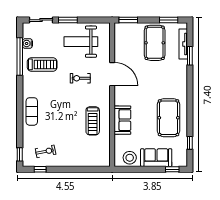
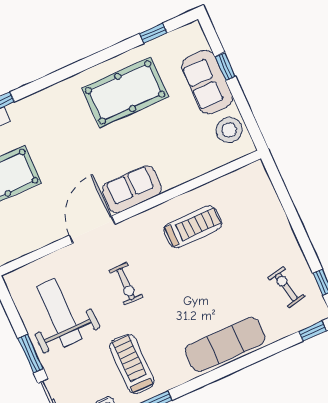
weight bench: (81, 42) -> (59, 313), turned 180
exercise mat: (32, 111) -> (225, 344), width x1.36, depth x1.45
sofa: (122, 120) -> (132, 189), moved
window: (172, 169) -> (225, 67), moved

